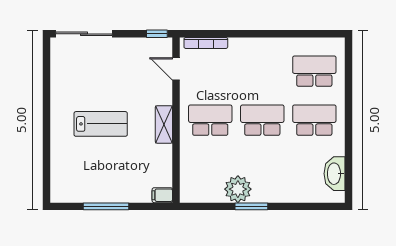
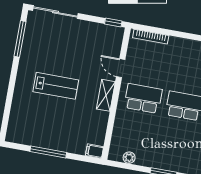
door: (176, 69) -> (121, 68), moved
window: (47, 74) -> (20, 39), added
plant: (238, 189) -> (129, 158), moved, width x0.53, depth x0.53

